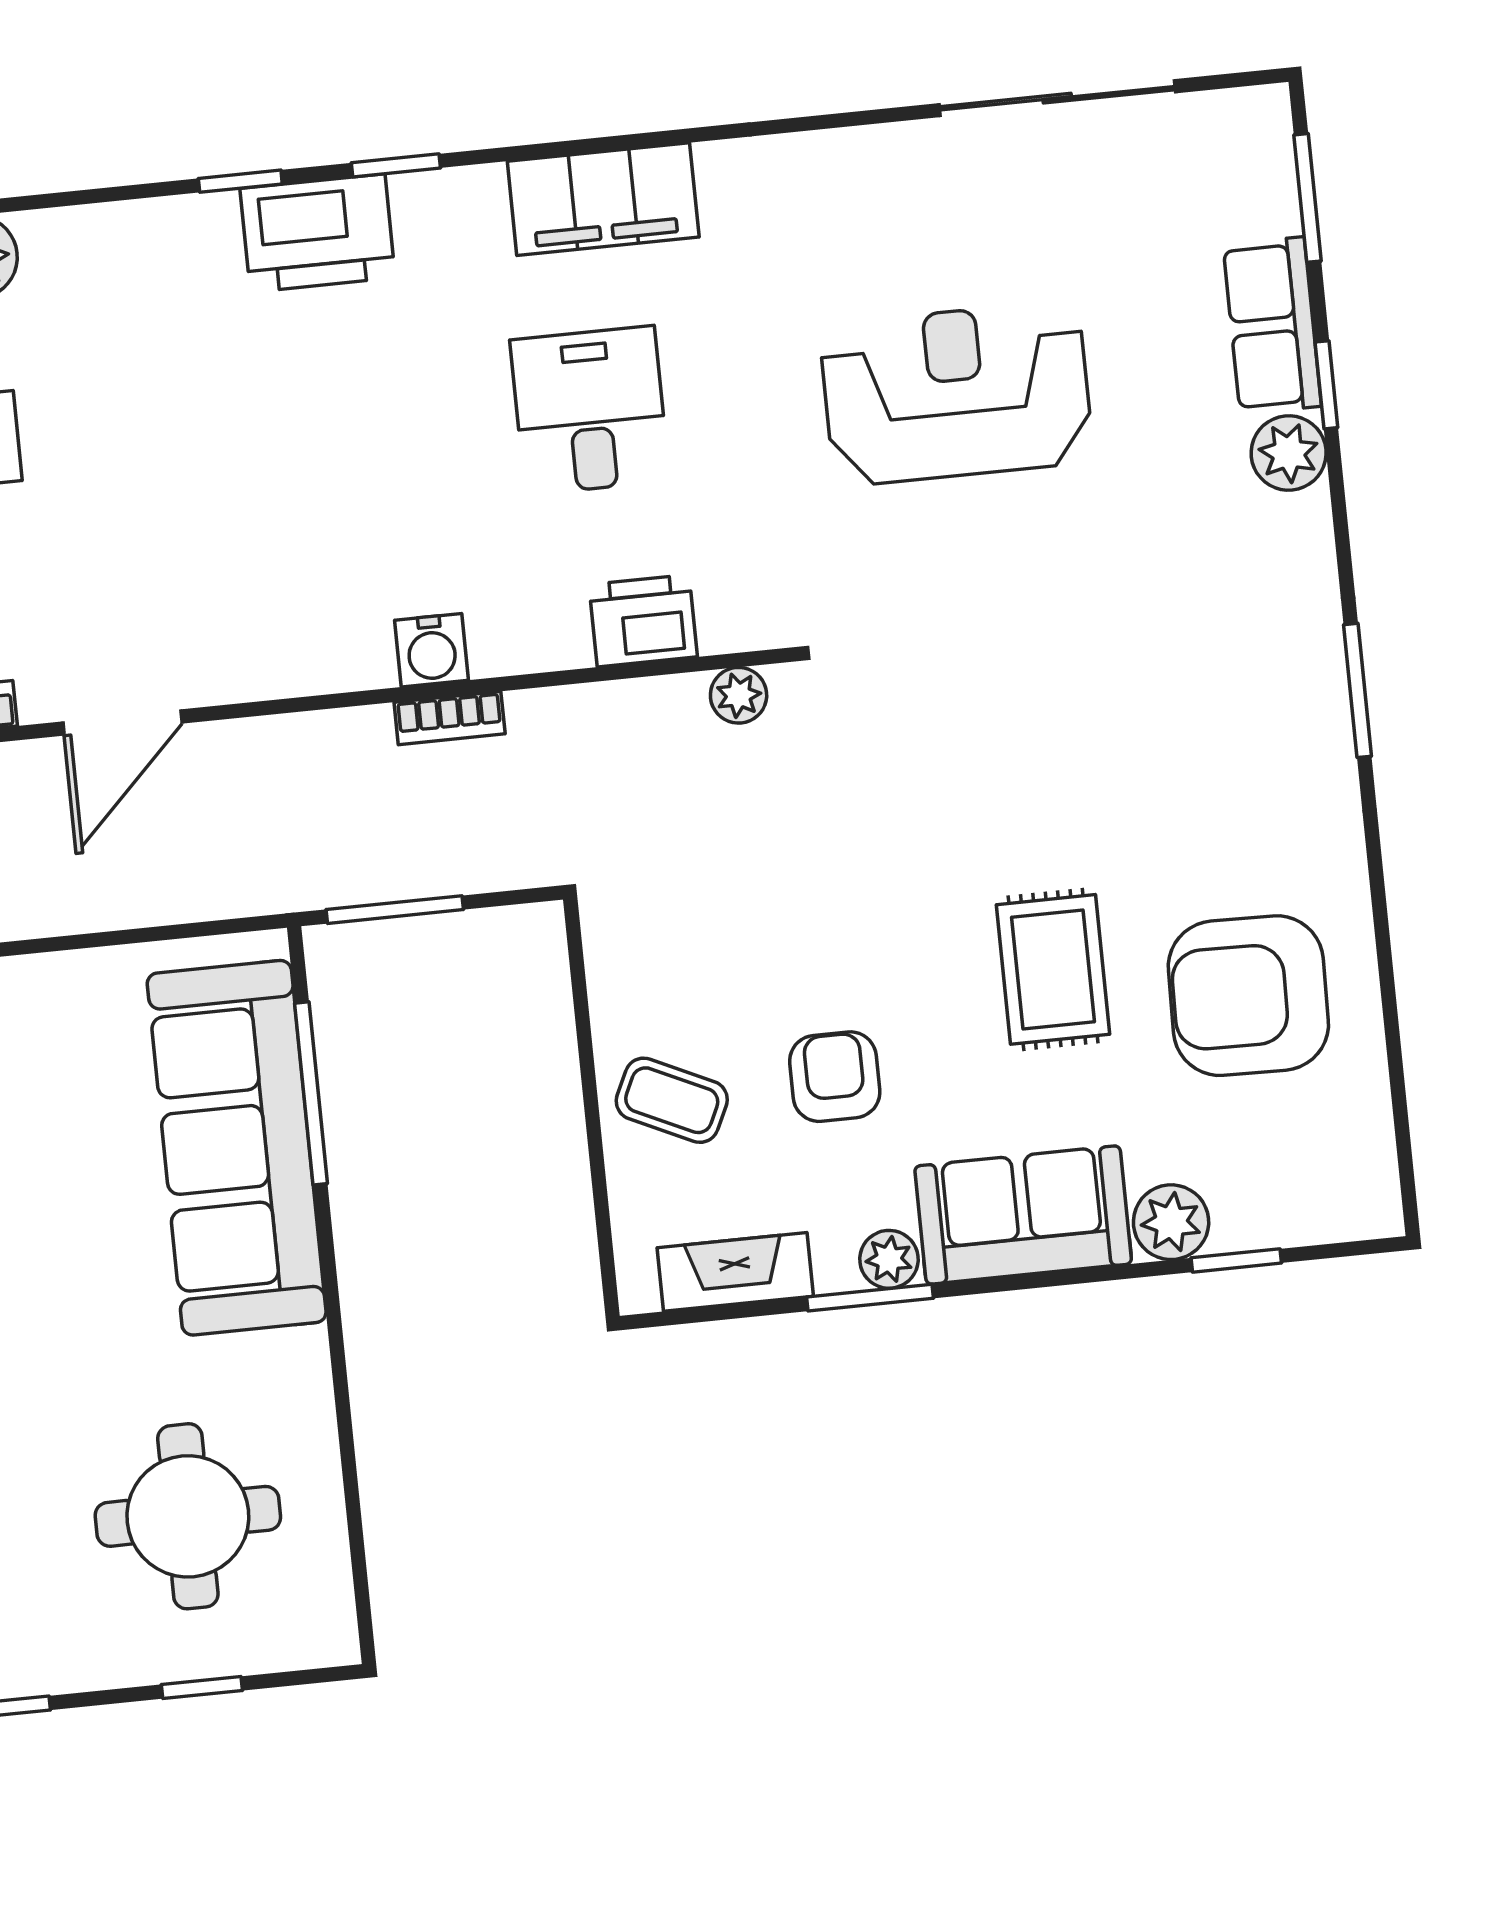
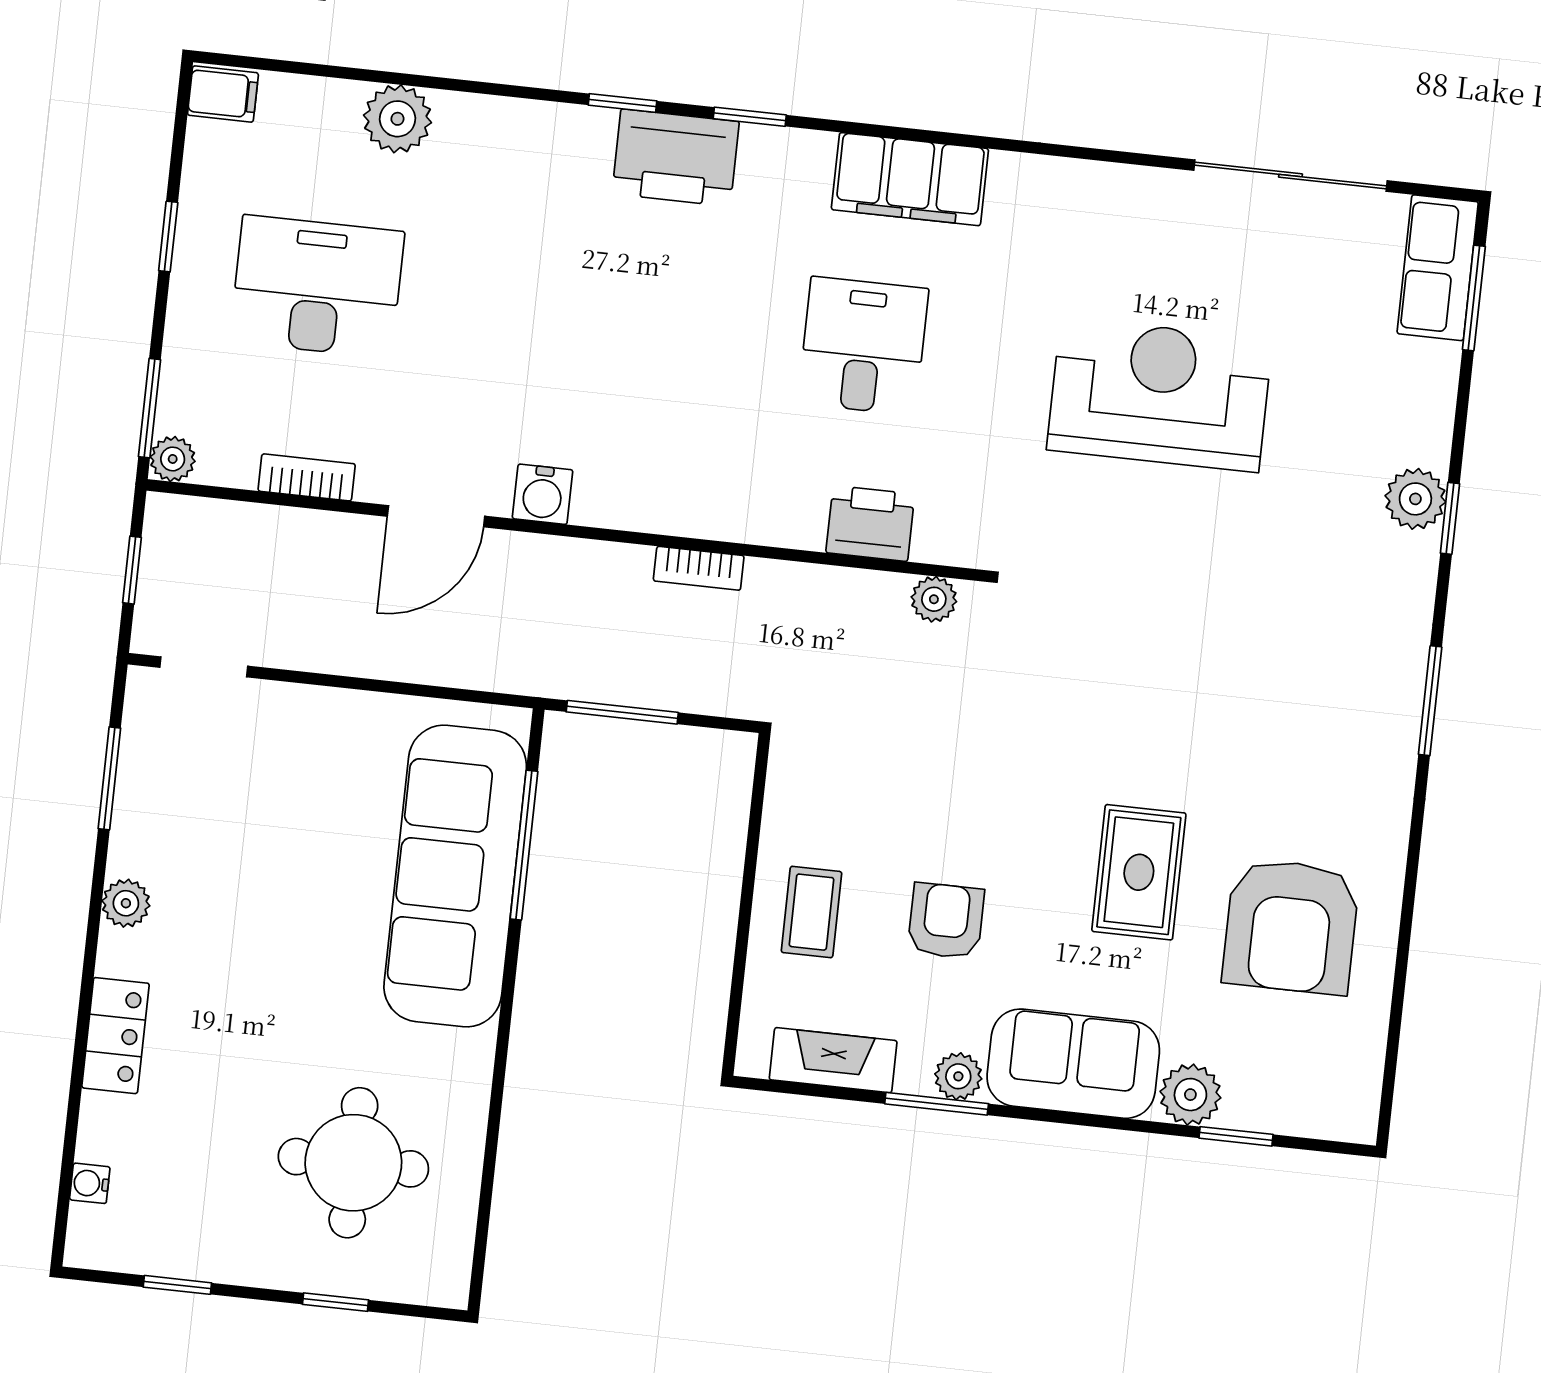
row of seats: (1272, 326) -> (1438, 268), moved
window: (1326, 385) -> (1450, 518), moved
water cooler: (432, 650) -> (543, 494), moved
armchair: (1248, 996) -> (1291, 926), turned -91
coffee table: (672, 1100) -> (812, 912), turned 65

